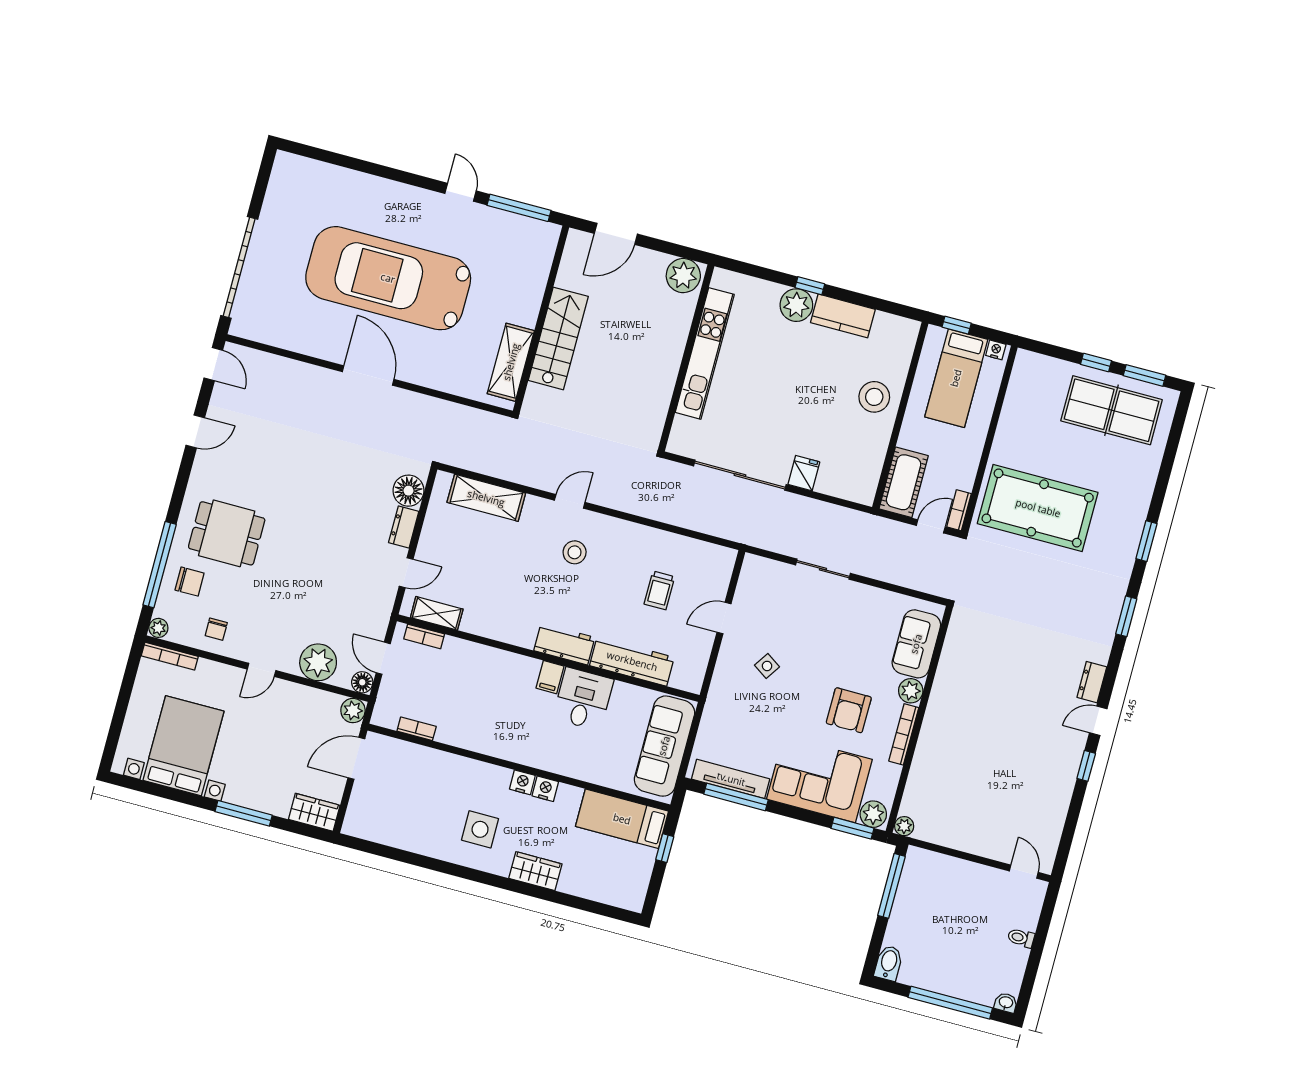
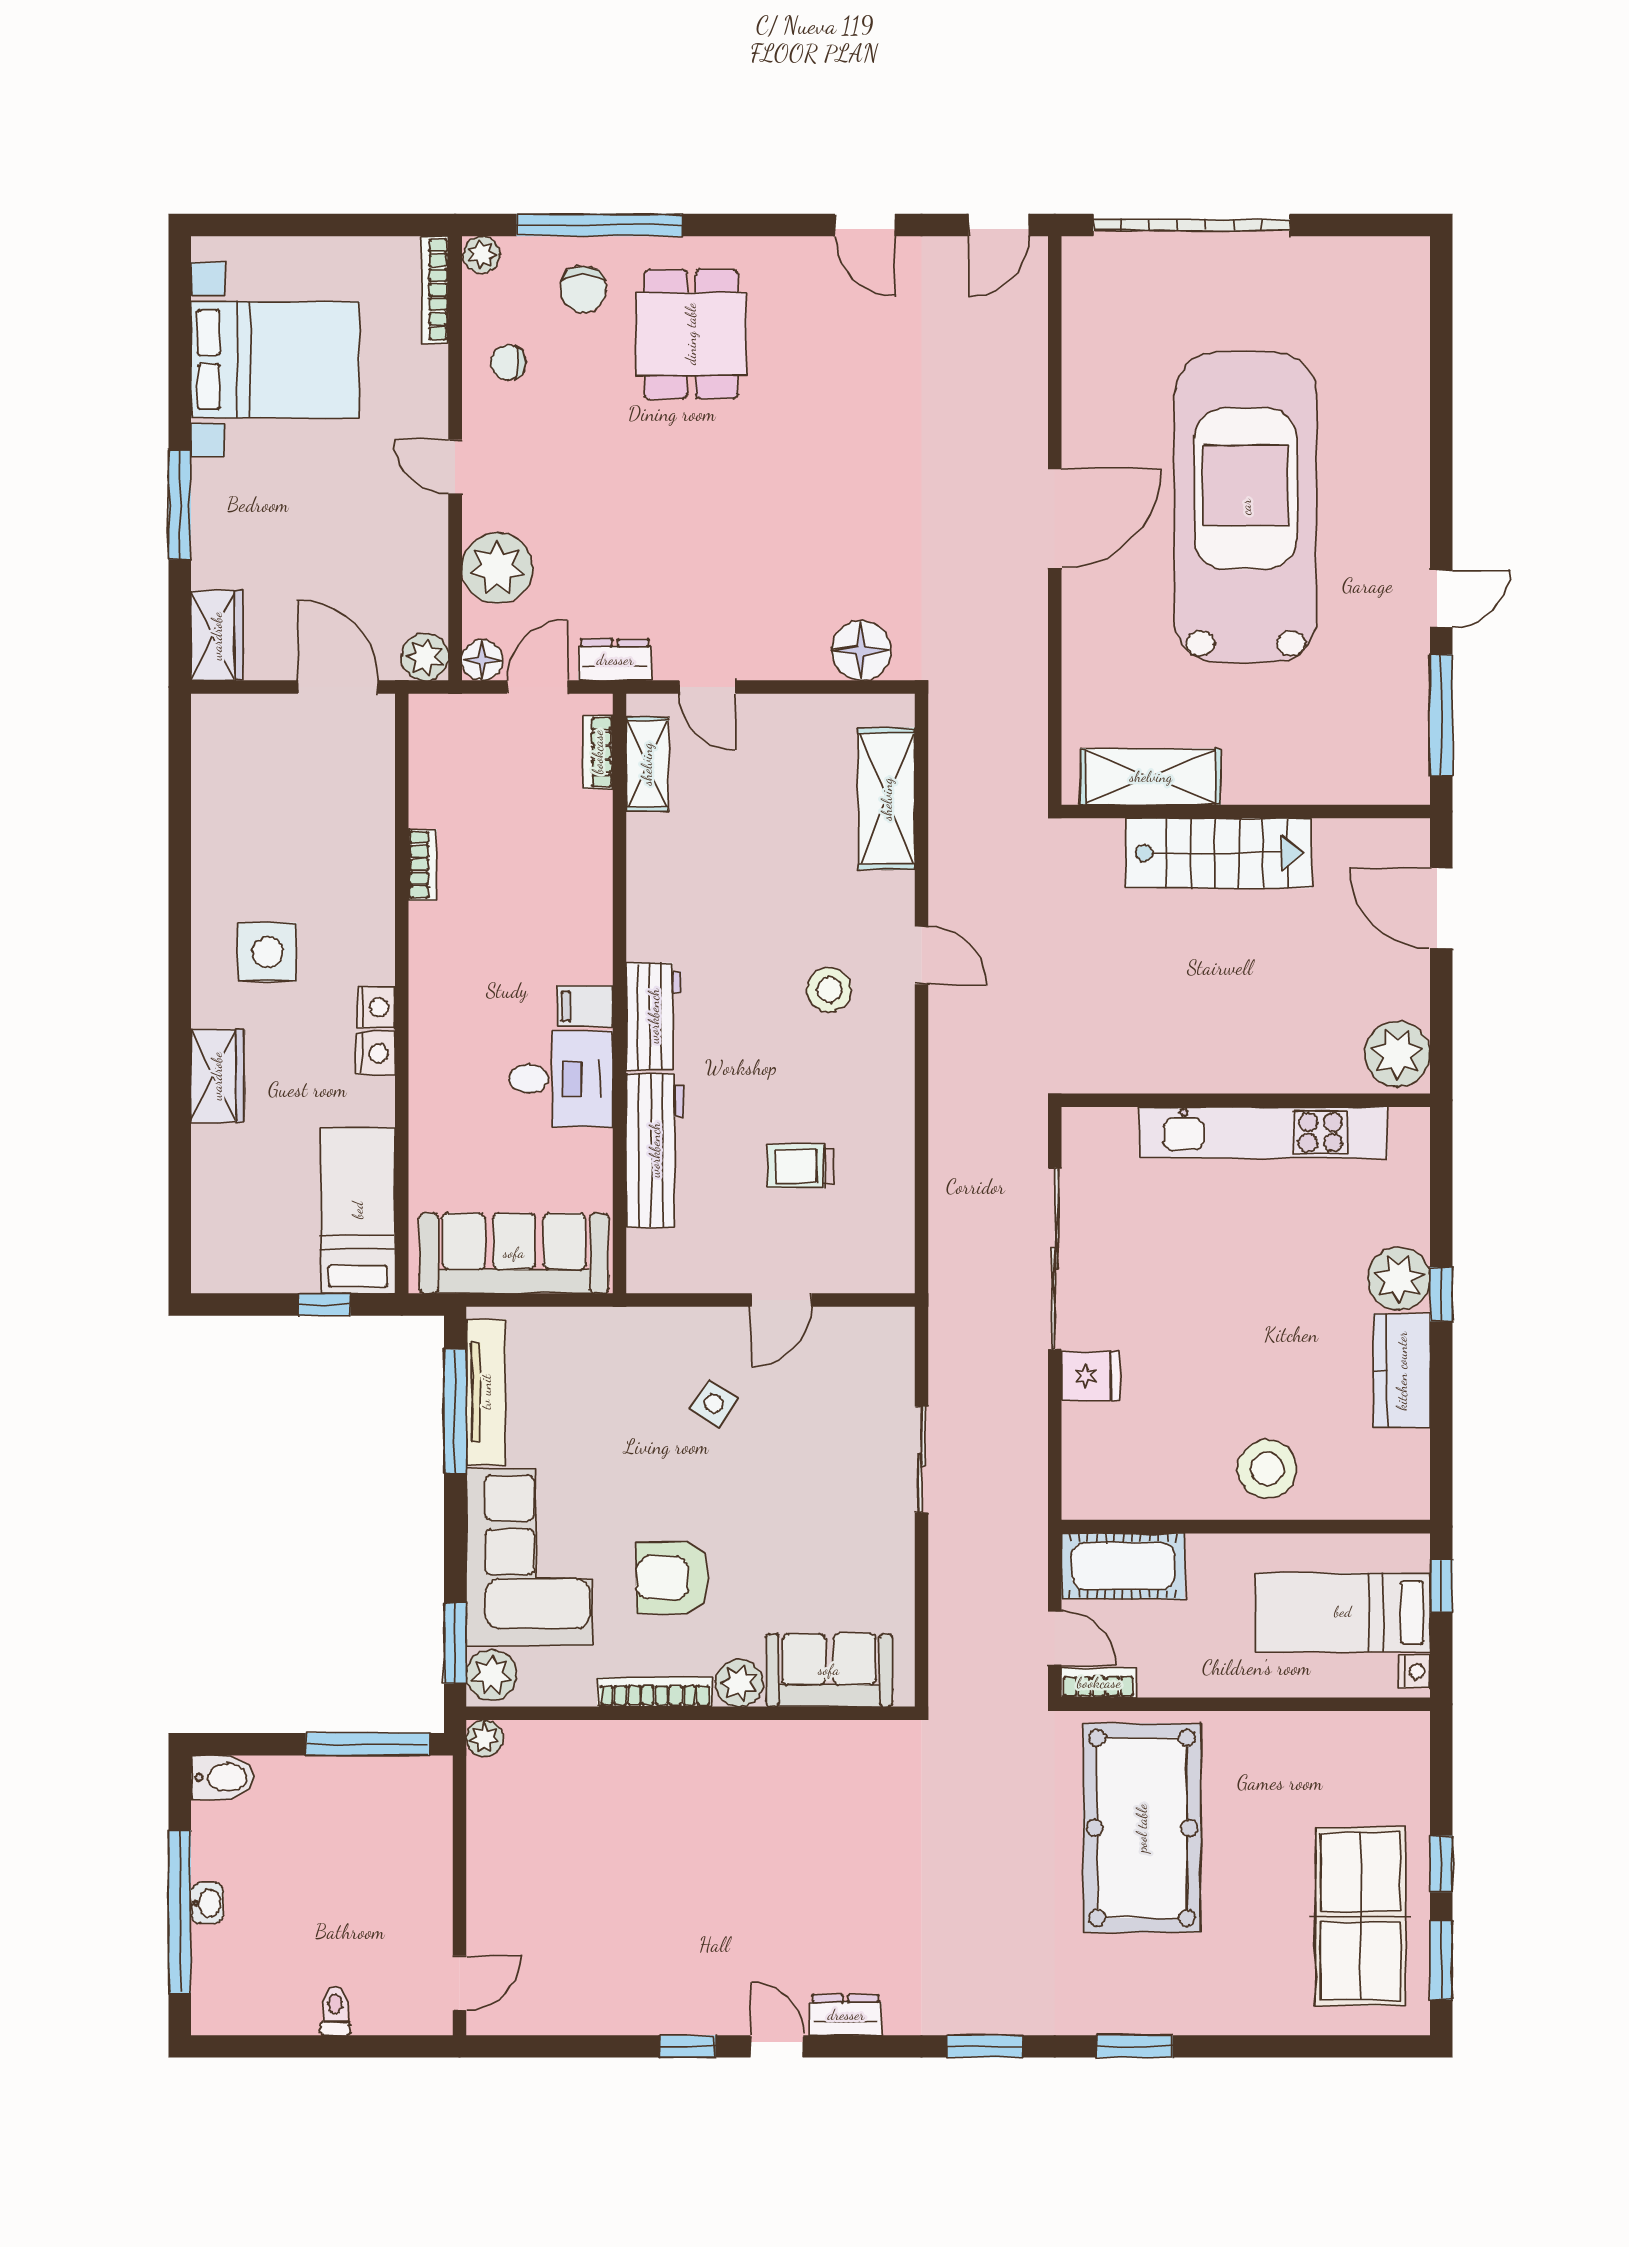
dresser: (404, 527) -> (615, 660), moved
door: (724, 618) -> (782, 1300), swing flipped
bookcase: (417, 729) -> (423, 865), moved
washbasin: (1006, 1003) -> (207, 1903), moved

